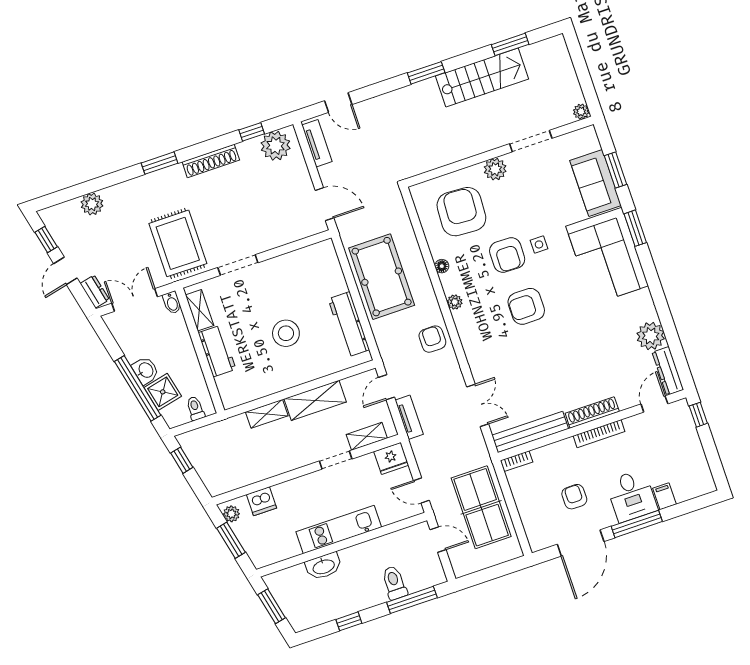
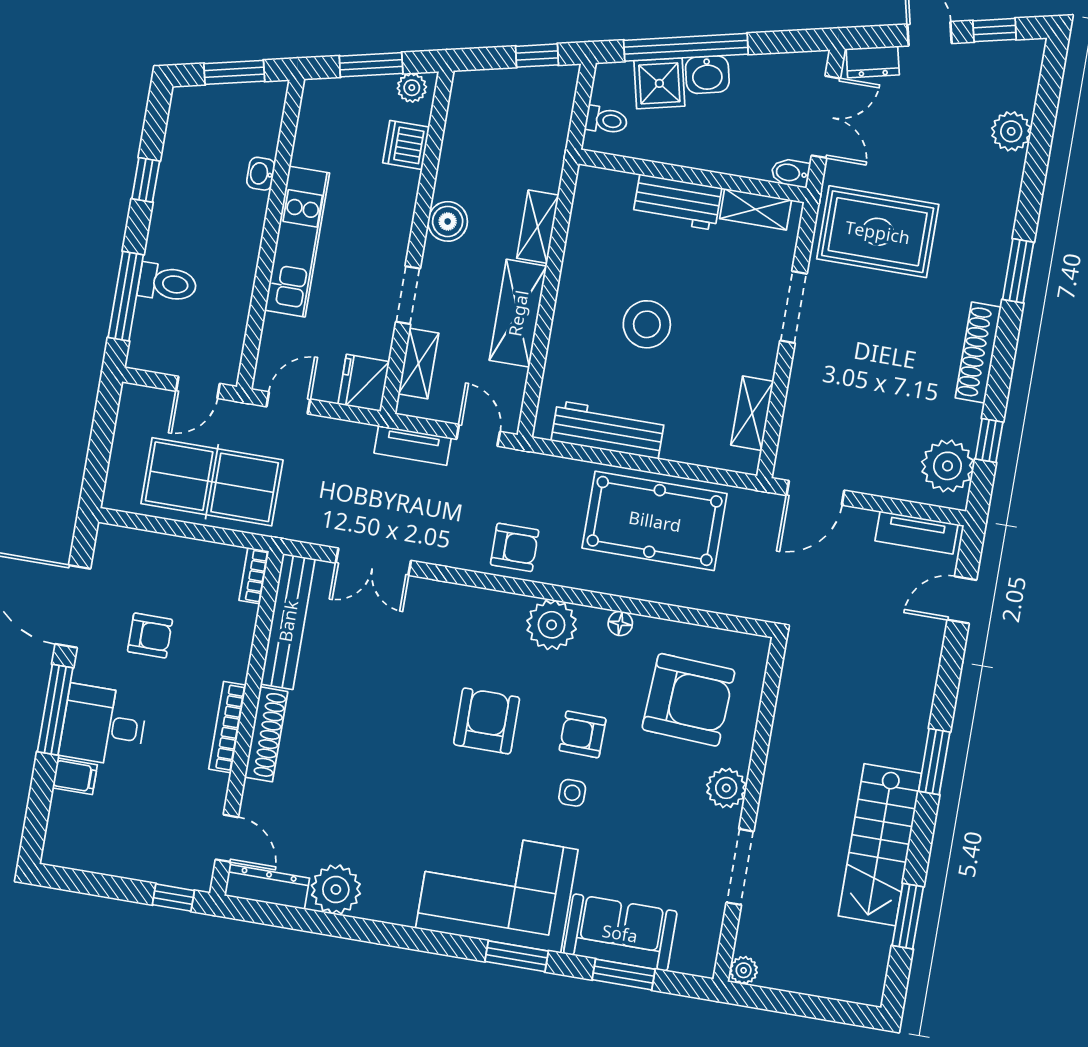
armchair: (507, 255) -> (583, 734), width x0.72, depth x0.72
shelving: (302, 257) -> (752, 413), added
plant: (455, 302) -> (552, 625), width x1.87, depth x1.87
boiler: (288, 460) -> (448, 221), added
washbasin: (324, 566) -> (261, 174), width x0.52, depth x0.69

